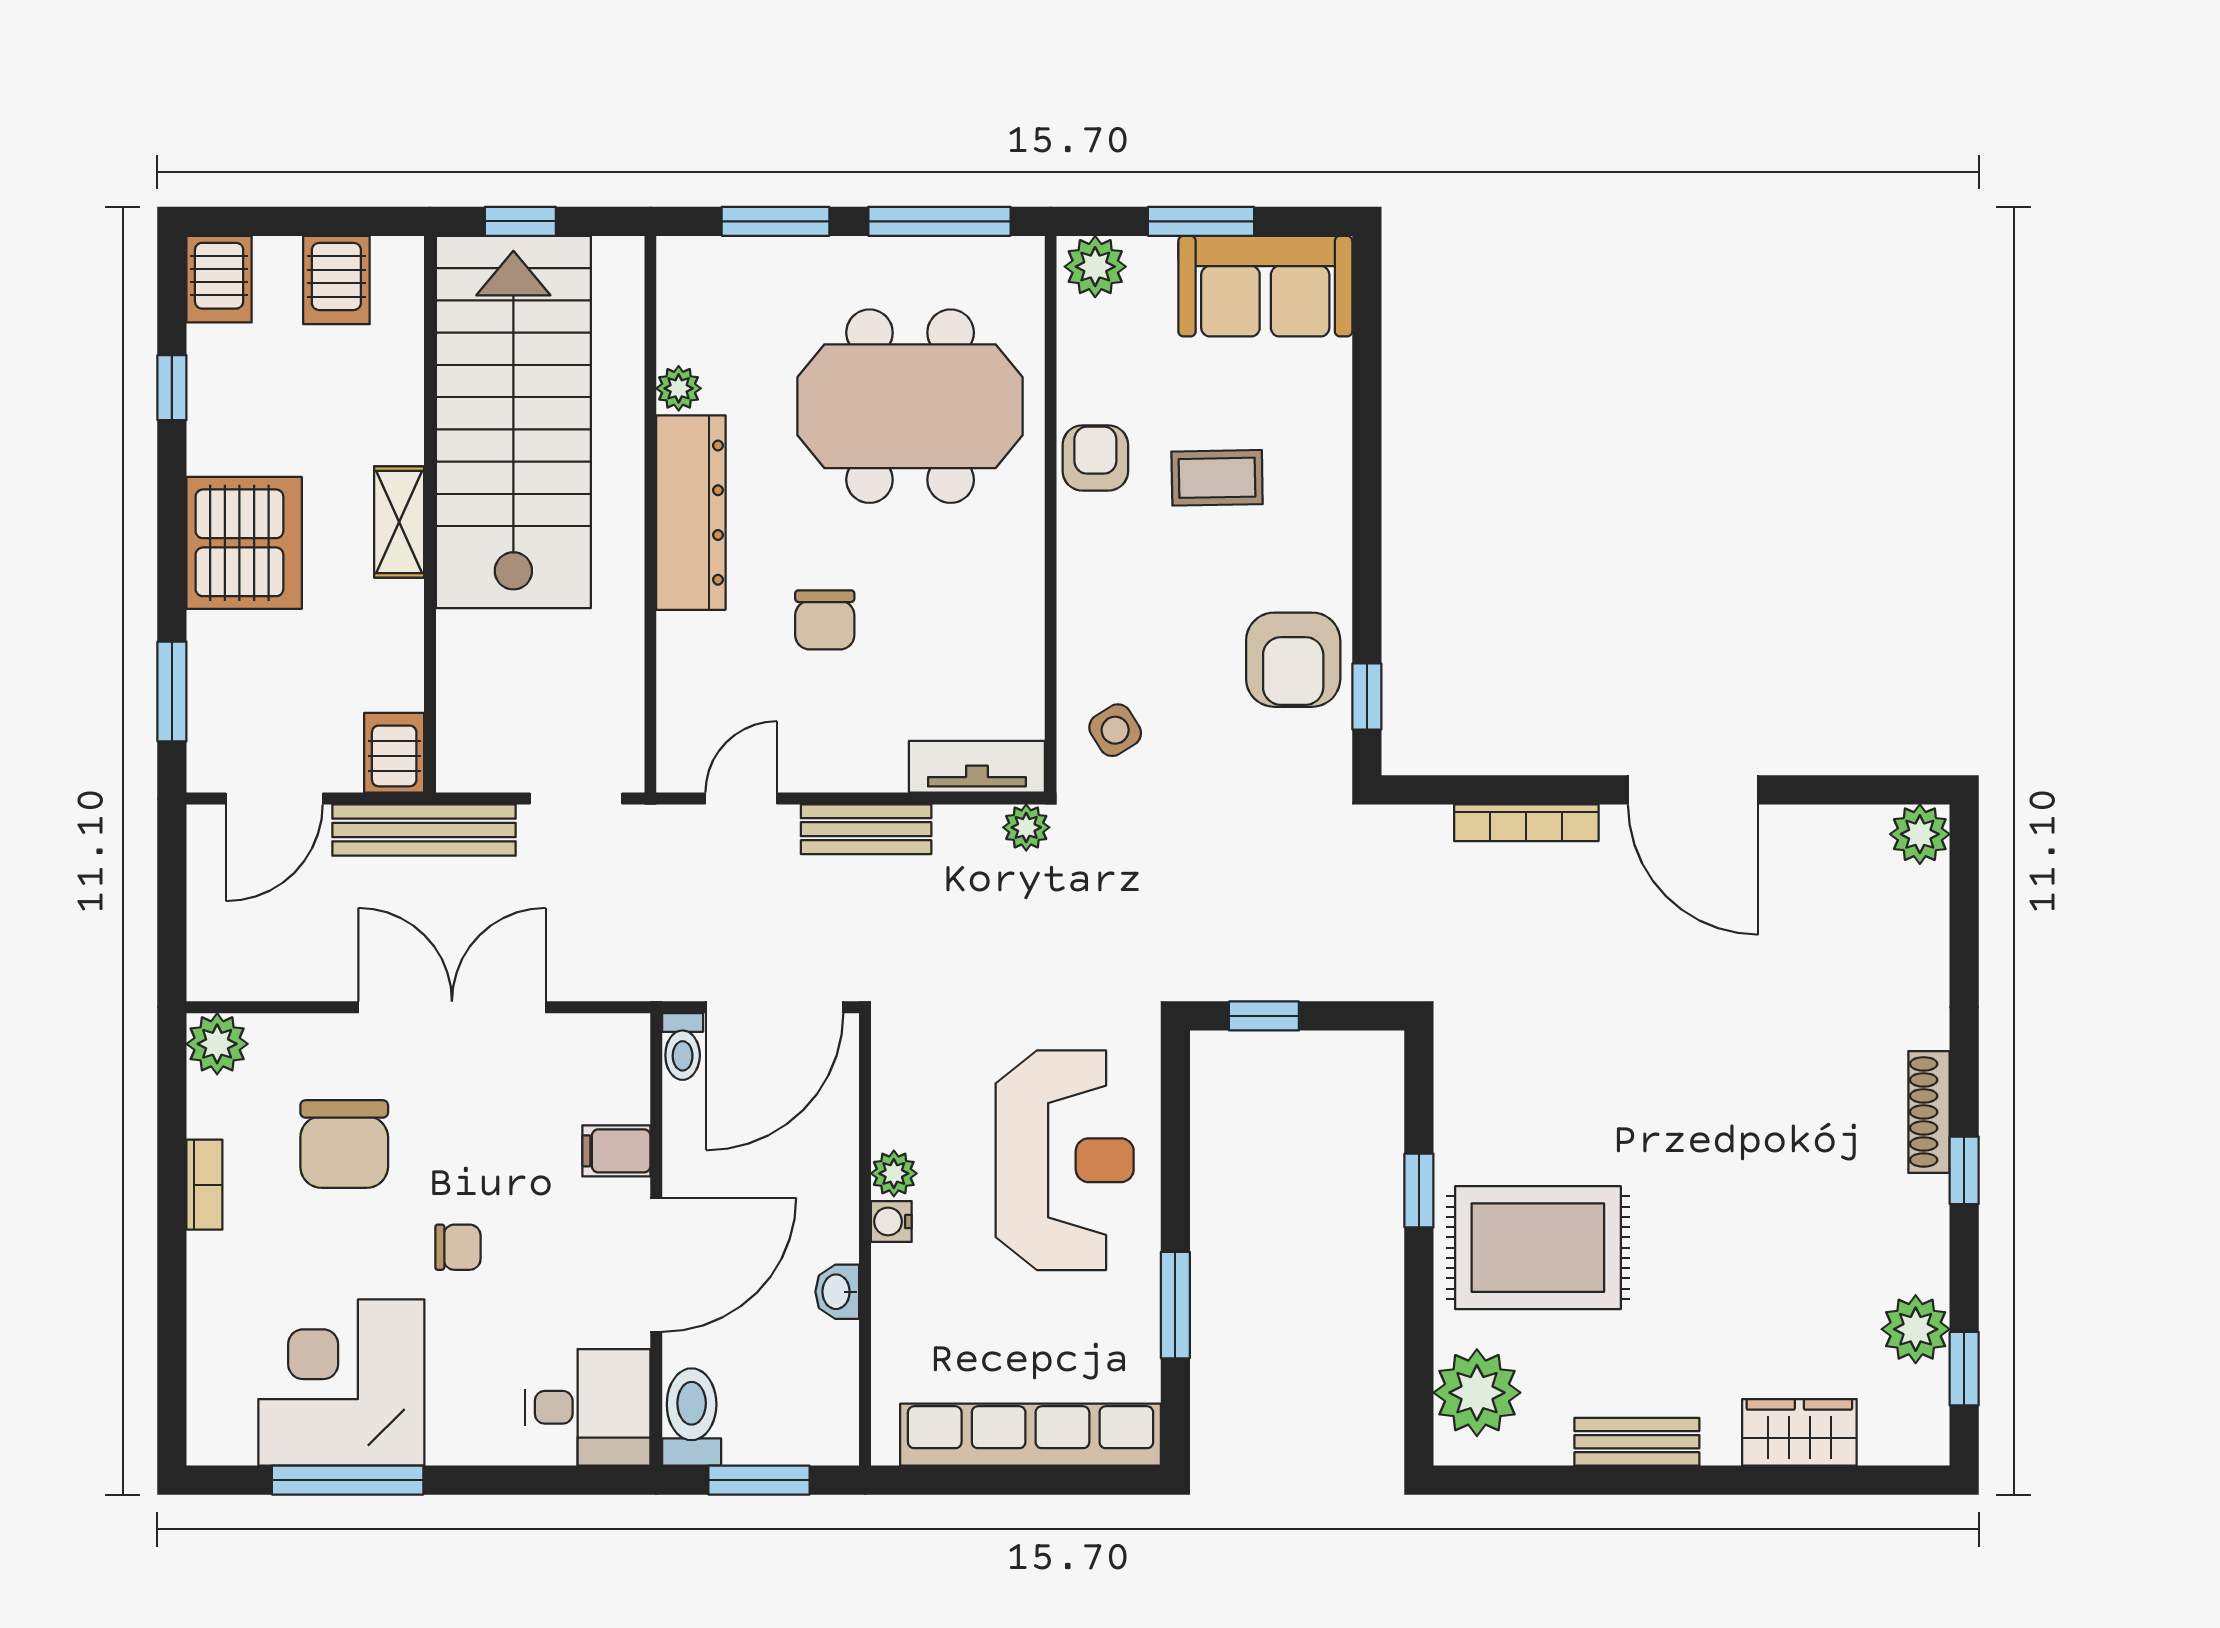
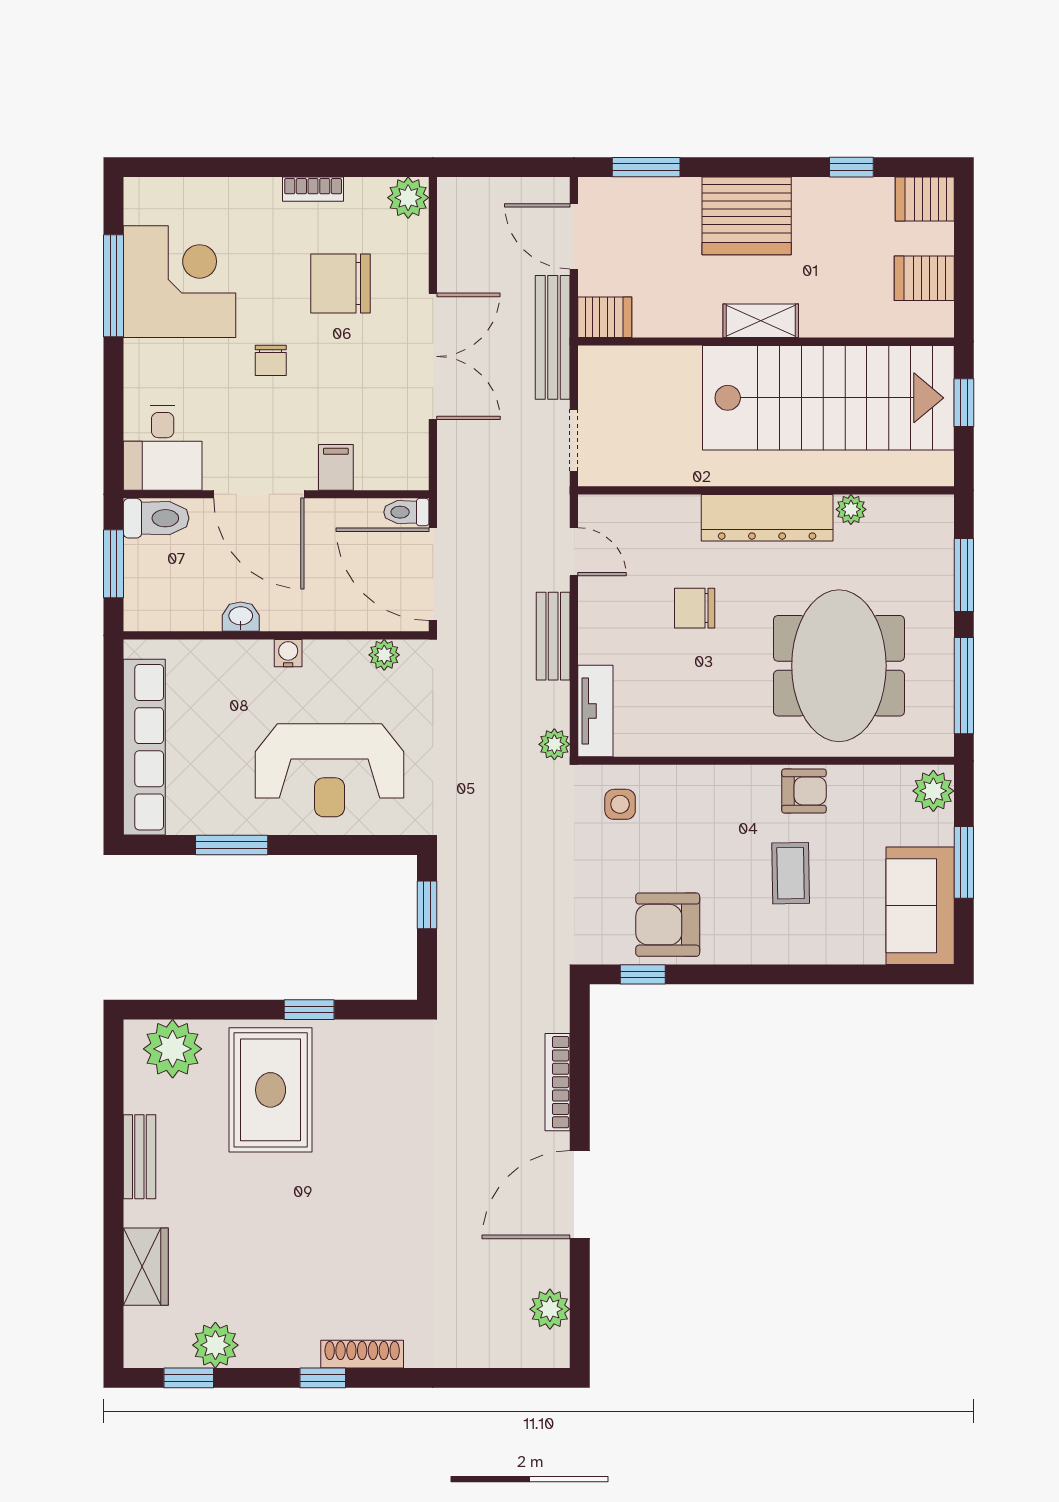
side table: (1115, 730) -> (620, 804), turned 32
plant: (1920, 834) -> (550, 1309), moved
plant: (894, 1173) -> (384, 655), moved

